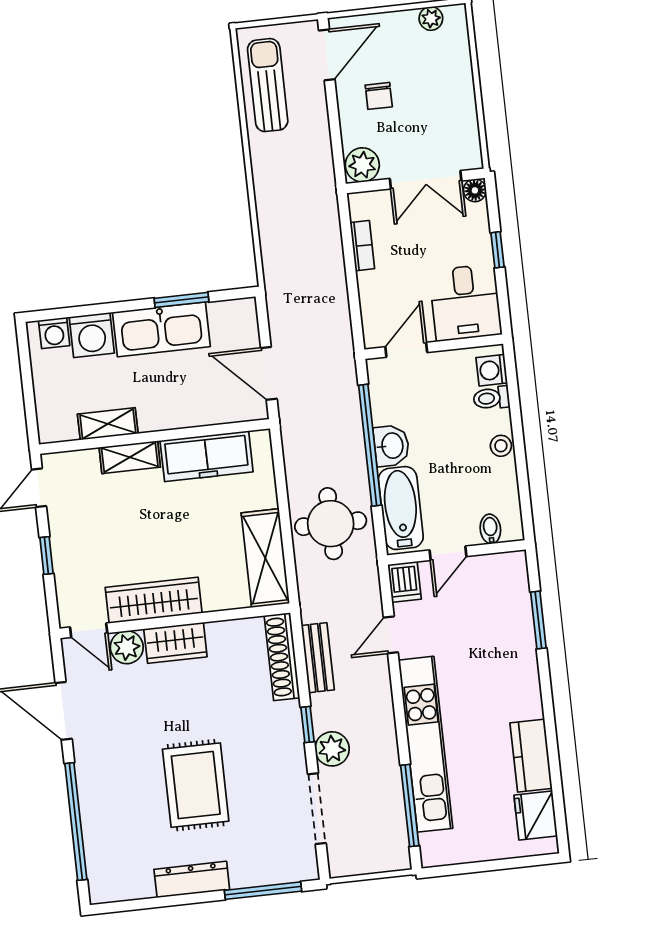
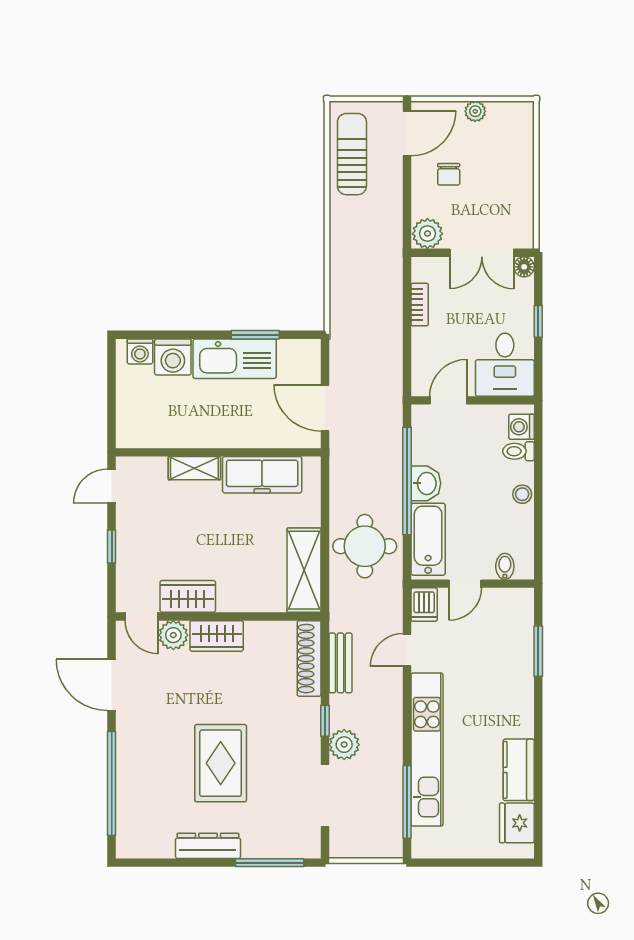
plant: (431, 19) -> (475, 111), moved
shelving: (108, 424) -> (178, 437), removed
wardrobe: (154, 600) -> (188, 596), width x0.67

